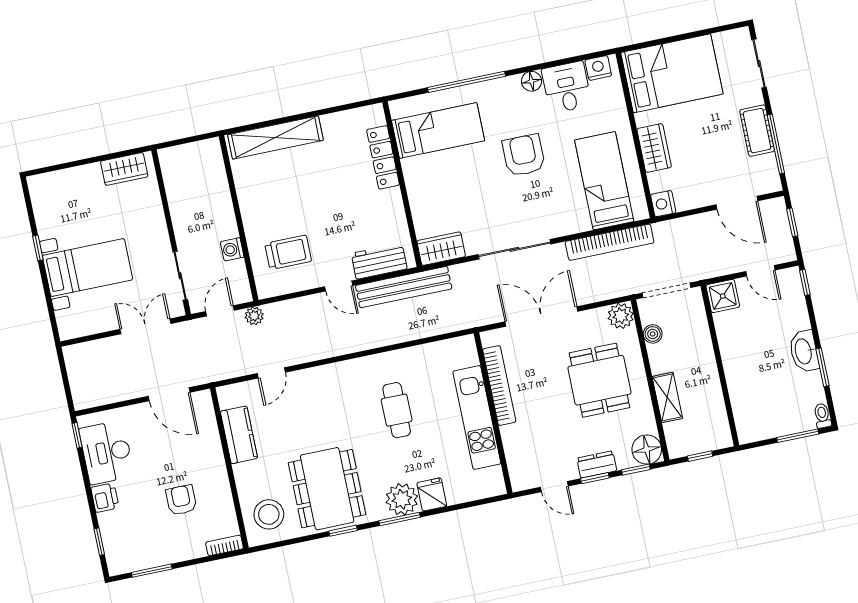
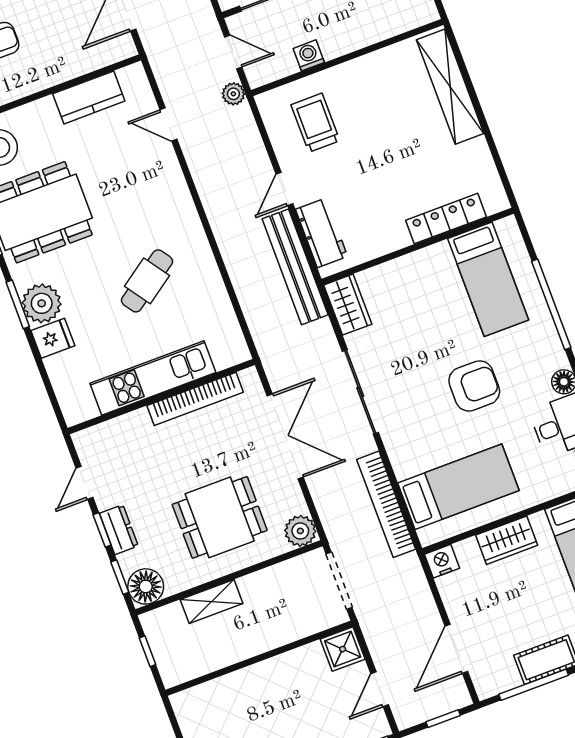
trolley: (288, 252) -> (315, 123), turned 180
boiler: (653, 334) -> (285, 572), removed
cafe table: (397, 410) -> (147, 281), turned -35

